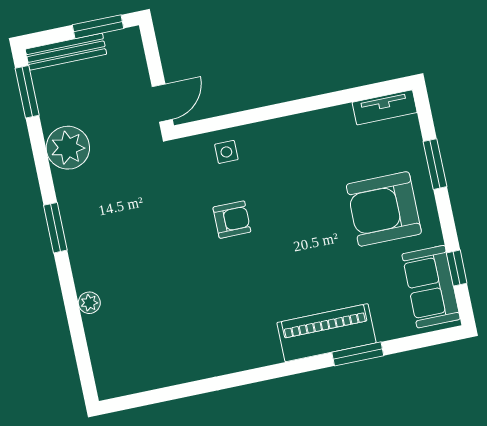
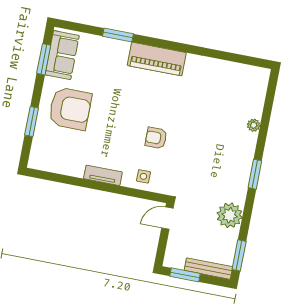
tv unit: (385, 107) -> (103, 175), moved
window: (457, 268) -> (44, 59), width x1.50
piano: (327, 333) -> (157, 59), moved

